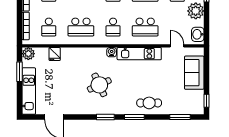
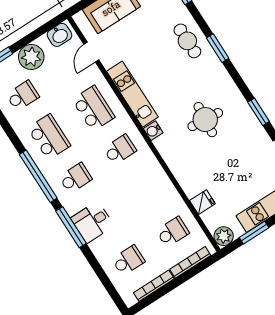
school desk: (81, 27) -> (146, 191), removed
round table: (99, 85) -> (205, 120), turned 30
window: (105, 117) -> (259, 112), moved

